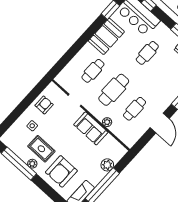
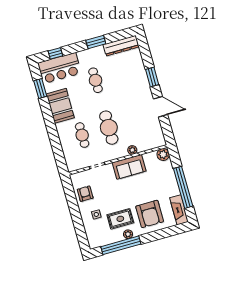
cafe table: (135, 109) -> (135, 120), removed
plant: (107, 165) -> (163, 154), moved

